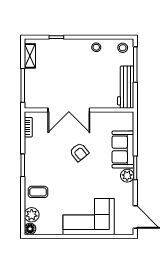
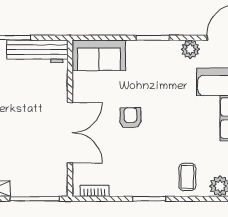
sofa: (123, 150) -> (99, 55), moved
armchair: (79, 152) -> (130, 118), turned -51
plant: (127, 176) -> (190, 49), moved

